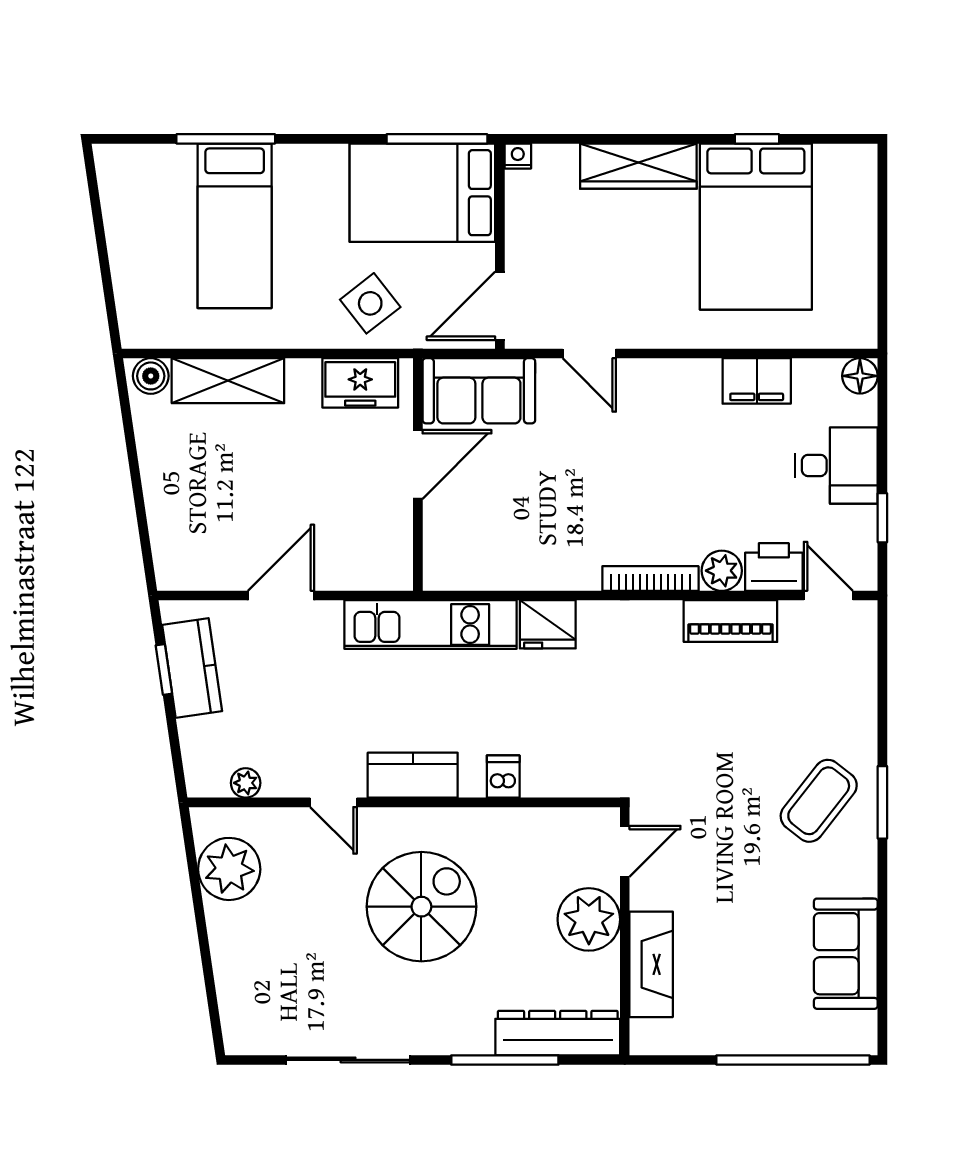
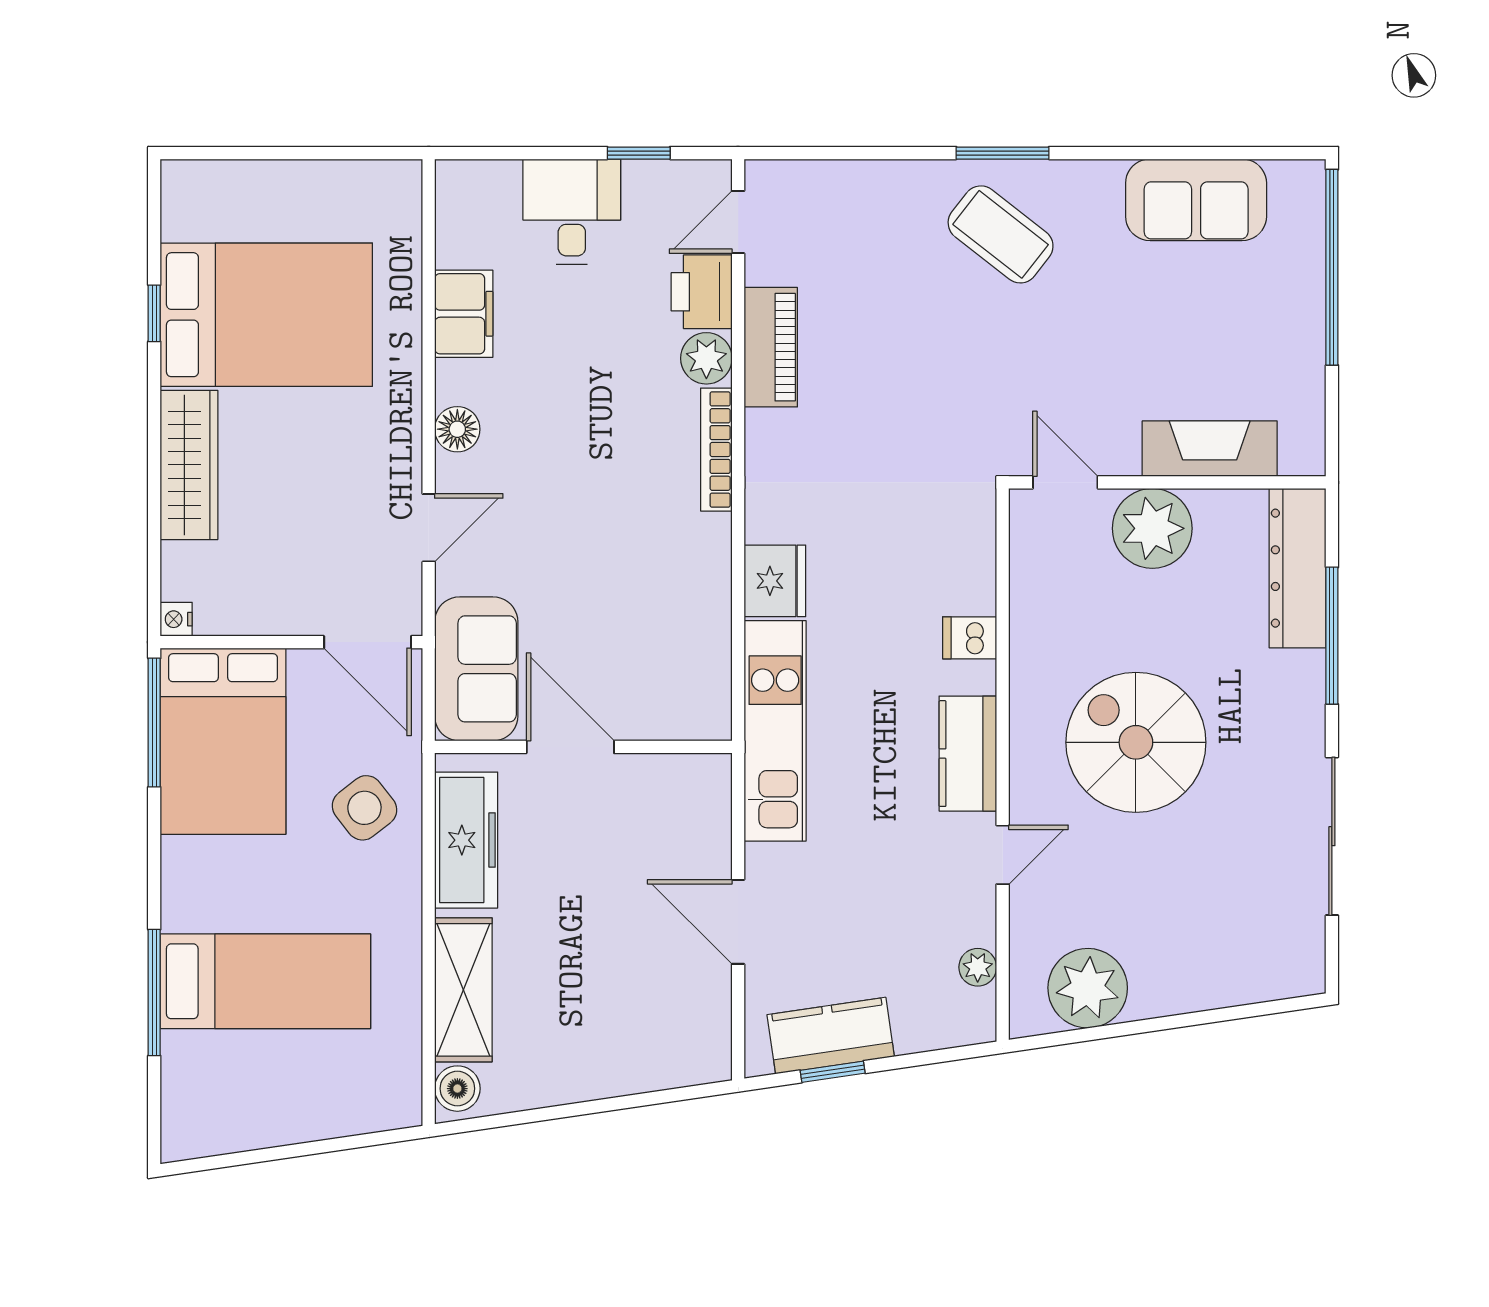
floor lamp: (860, 376) -> (457, 429), moved
freezer: (360, 383) -> (466, 840), width x1.40

